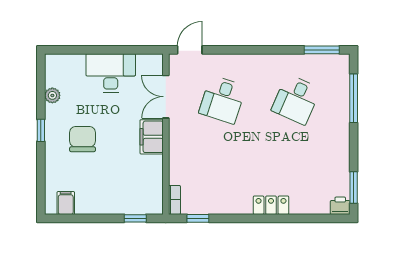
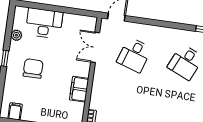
desk: (111, 73) -> (44, 23), moved
filing cabinet: (152, 137) -> (79, 89), moved

